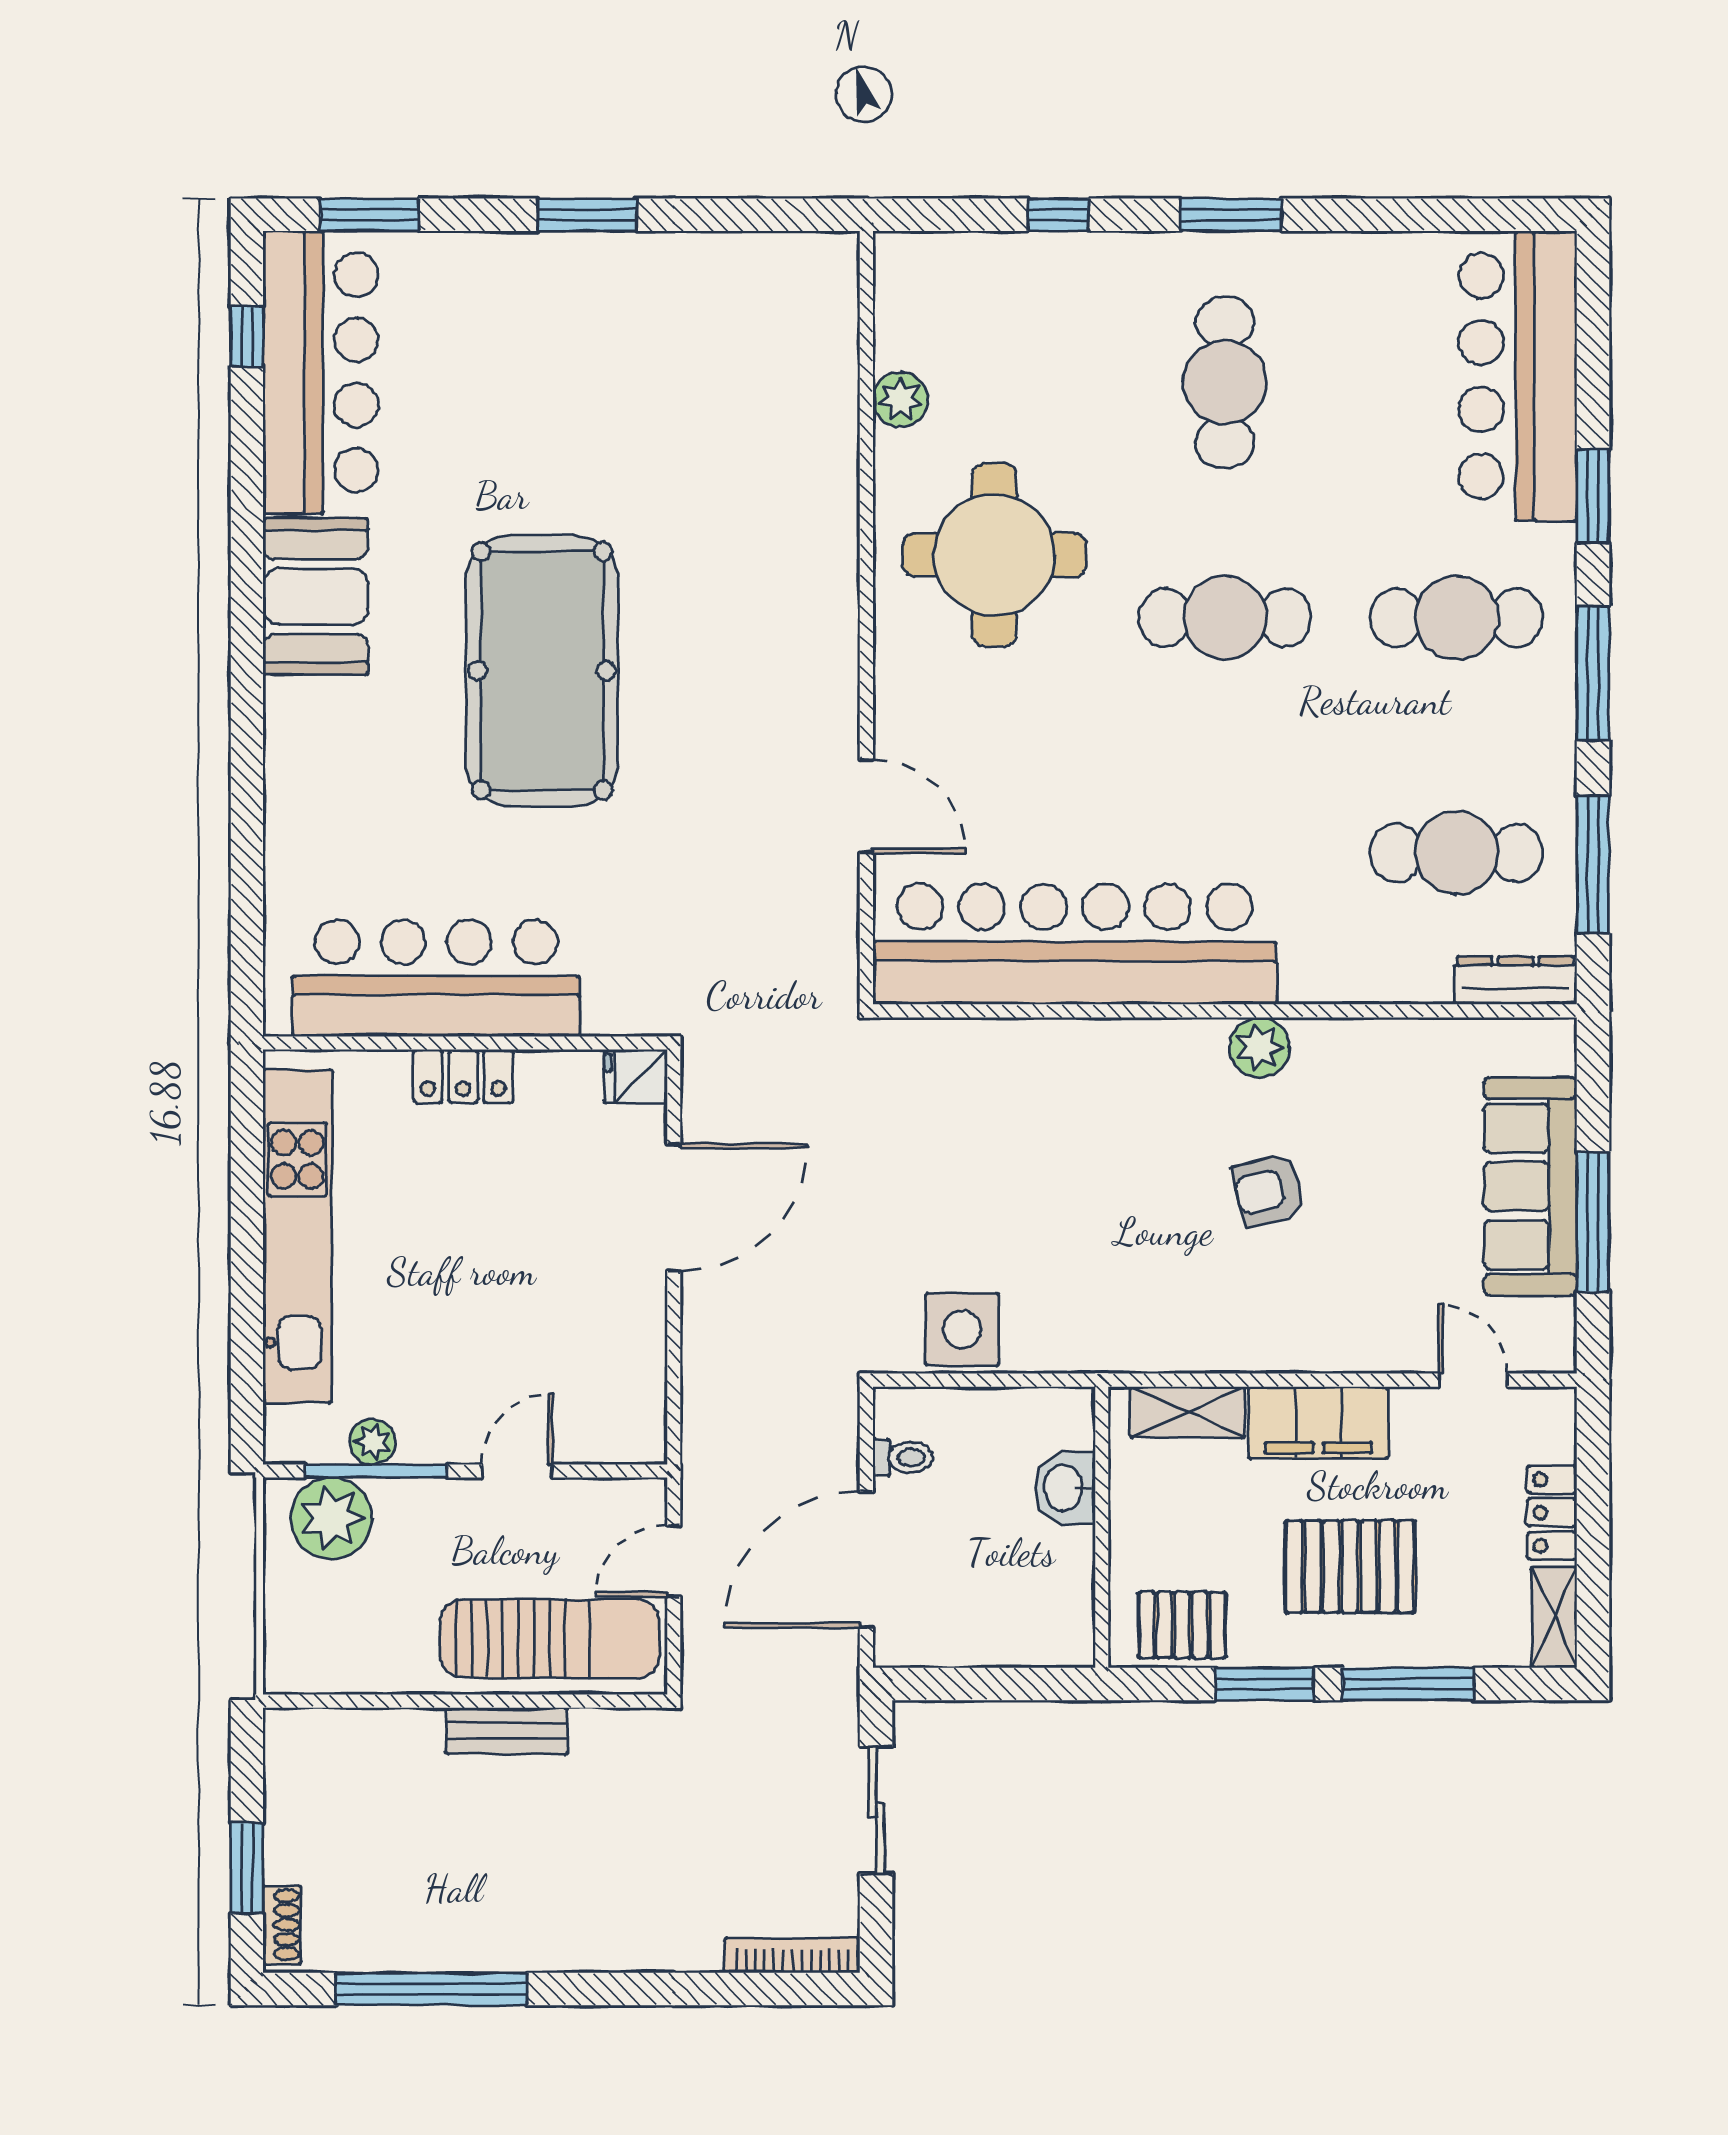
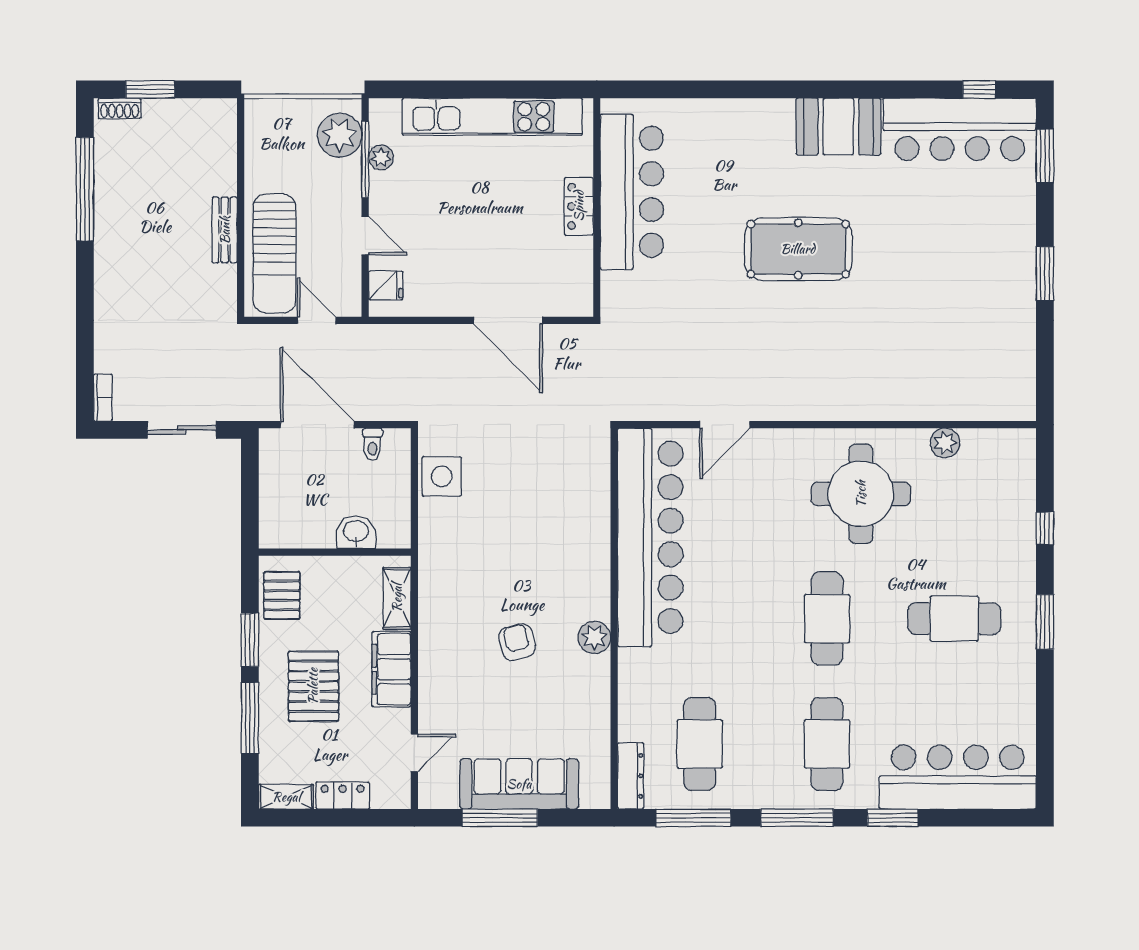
pool table: (542, 671) -> (798, 249), width x0.73, depth x0.76
fridge: (636, 1076) -> (386, 285), moved, turned 90
bookcase: (792, 1956) -> (103, 398), width x0.64

